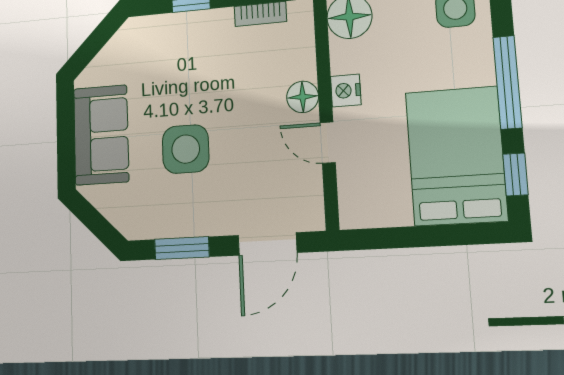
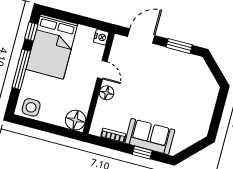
nightstand: (346, 91) -> (101, 37), moved
sofa: (101, 135) -> (150, 137), moved, turned 90
side table: (186, 149) -> (165, 88), removed

